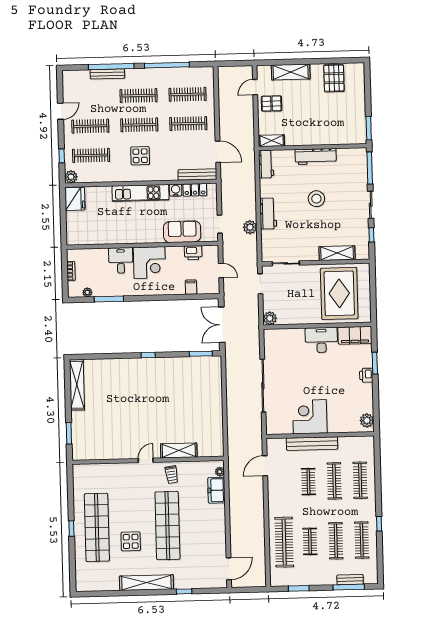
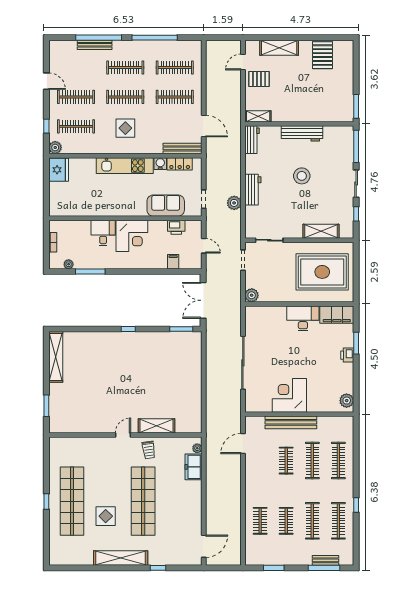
door: (60, 111) -> (46, 81), hinge flipped
rug: (339, 293) -> (322, 272), turned 90
clothes rail: (284, 542) -> (260, 521), width x0.54, depth x0.76

